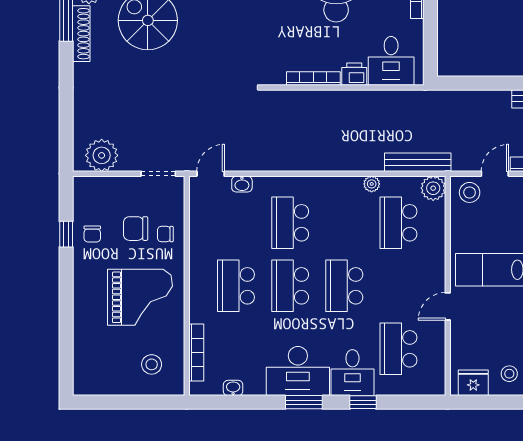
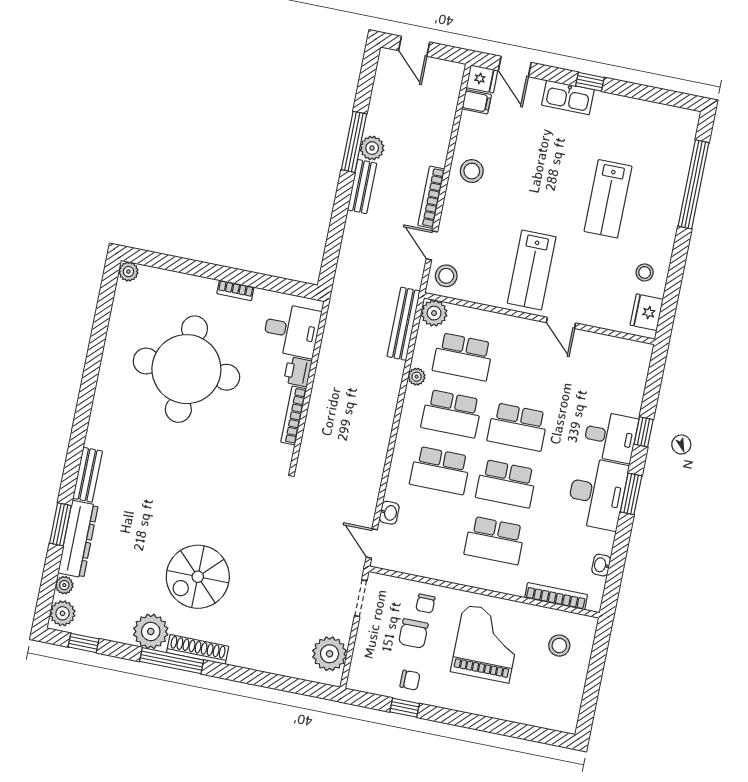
school desk: (398, 349) -> (451, 414), moved

